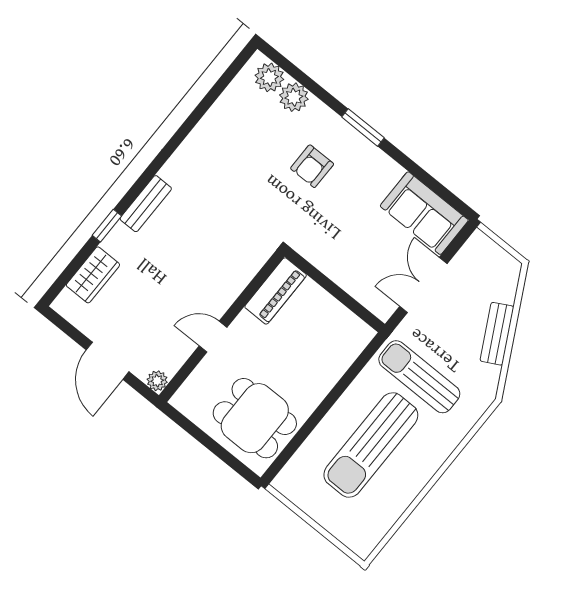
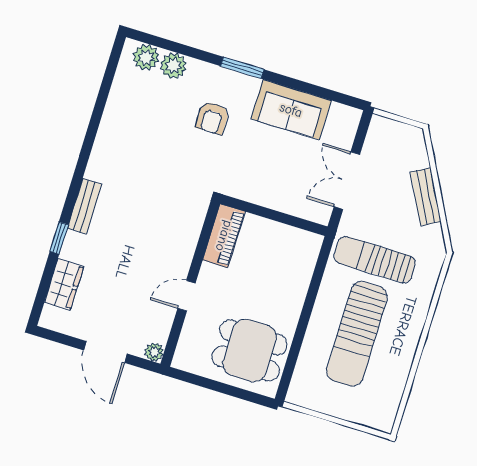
sofa: (424, 213) -> (291, 110), moved

